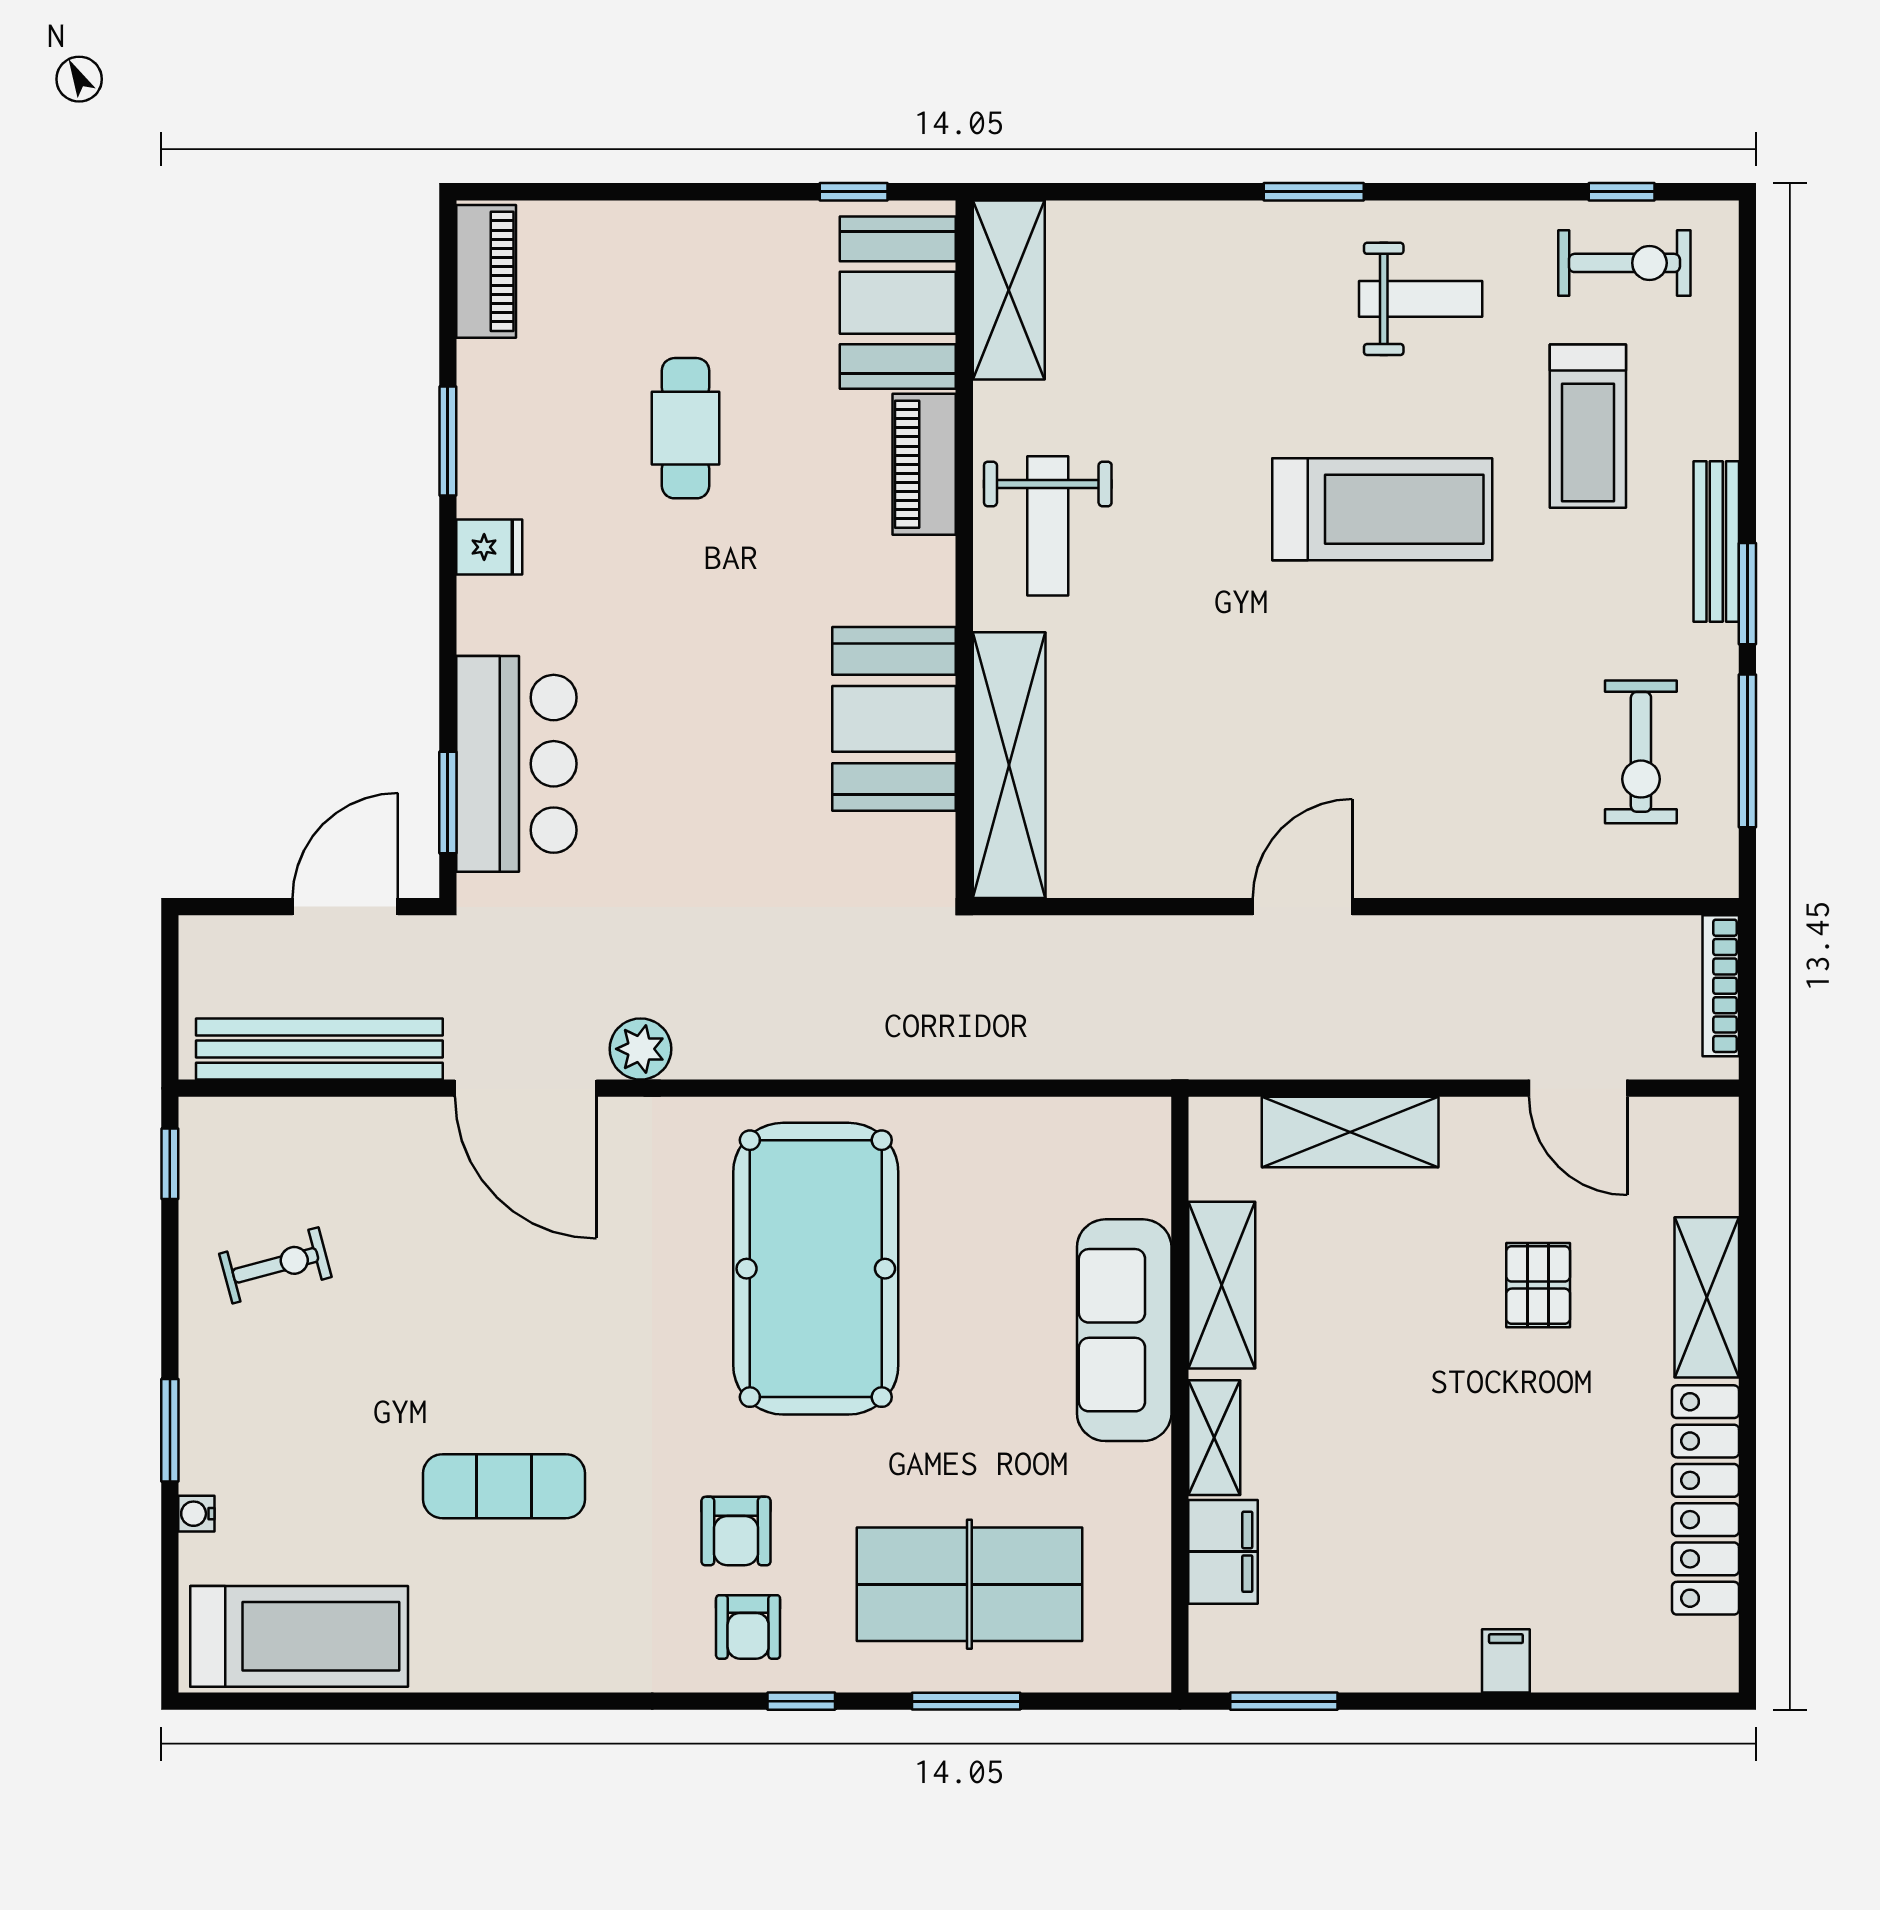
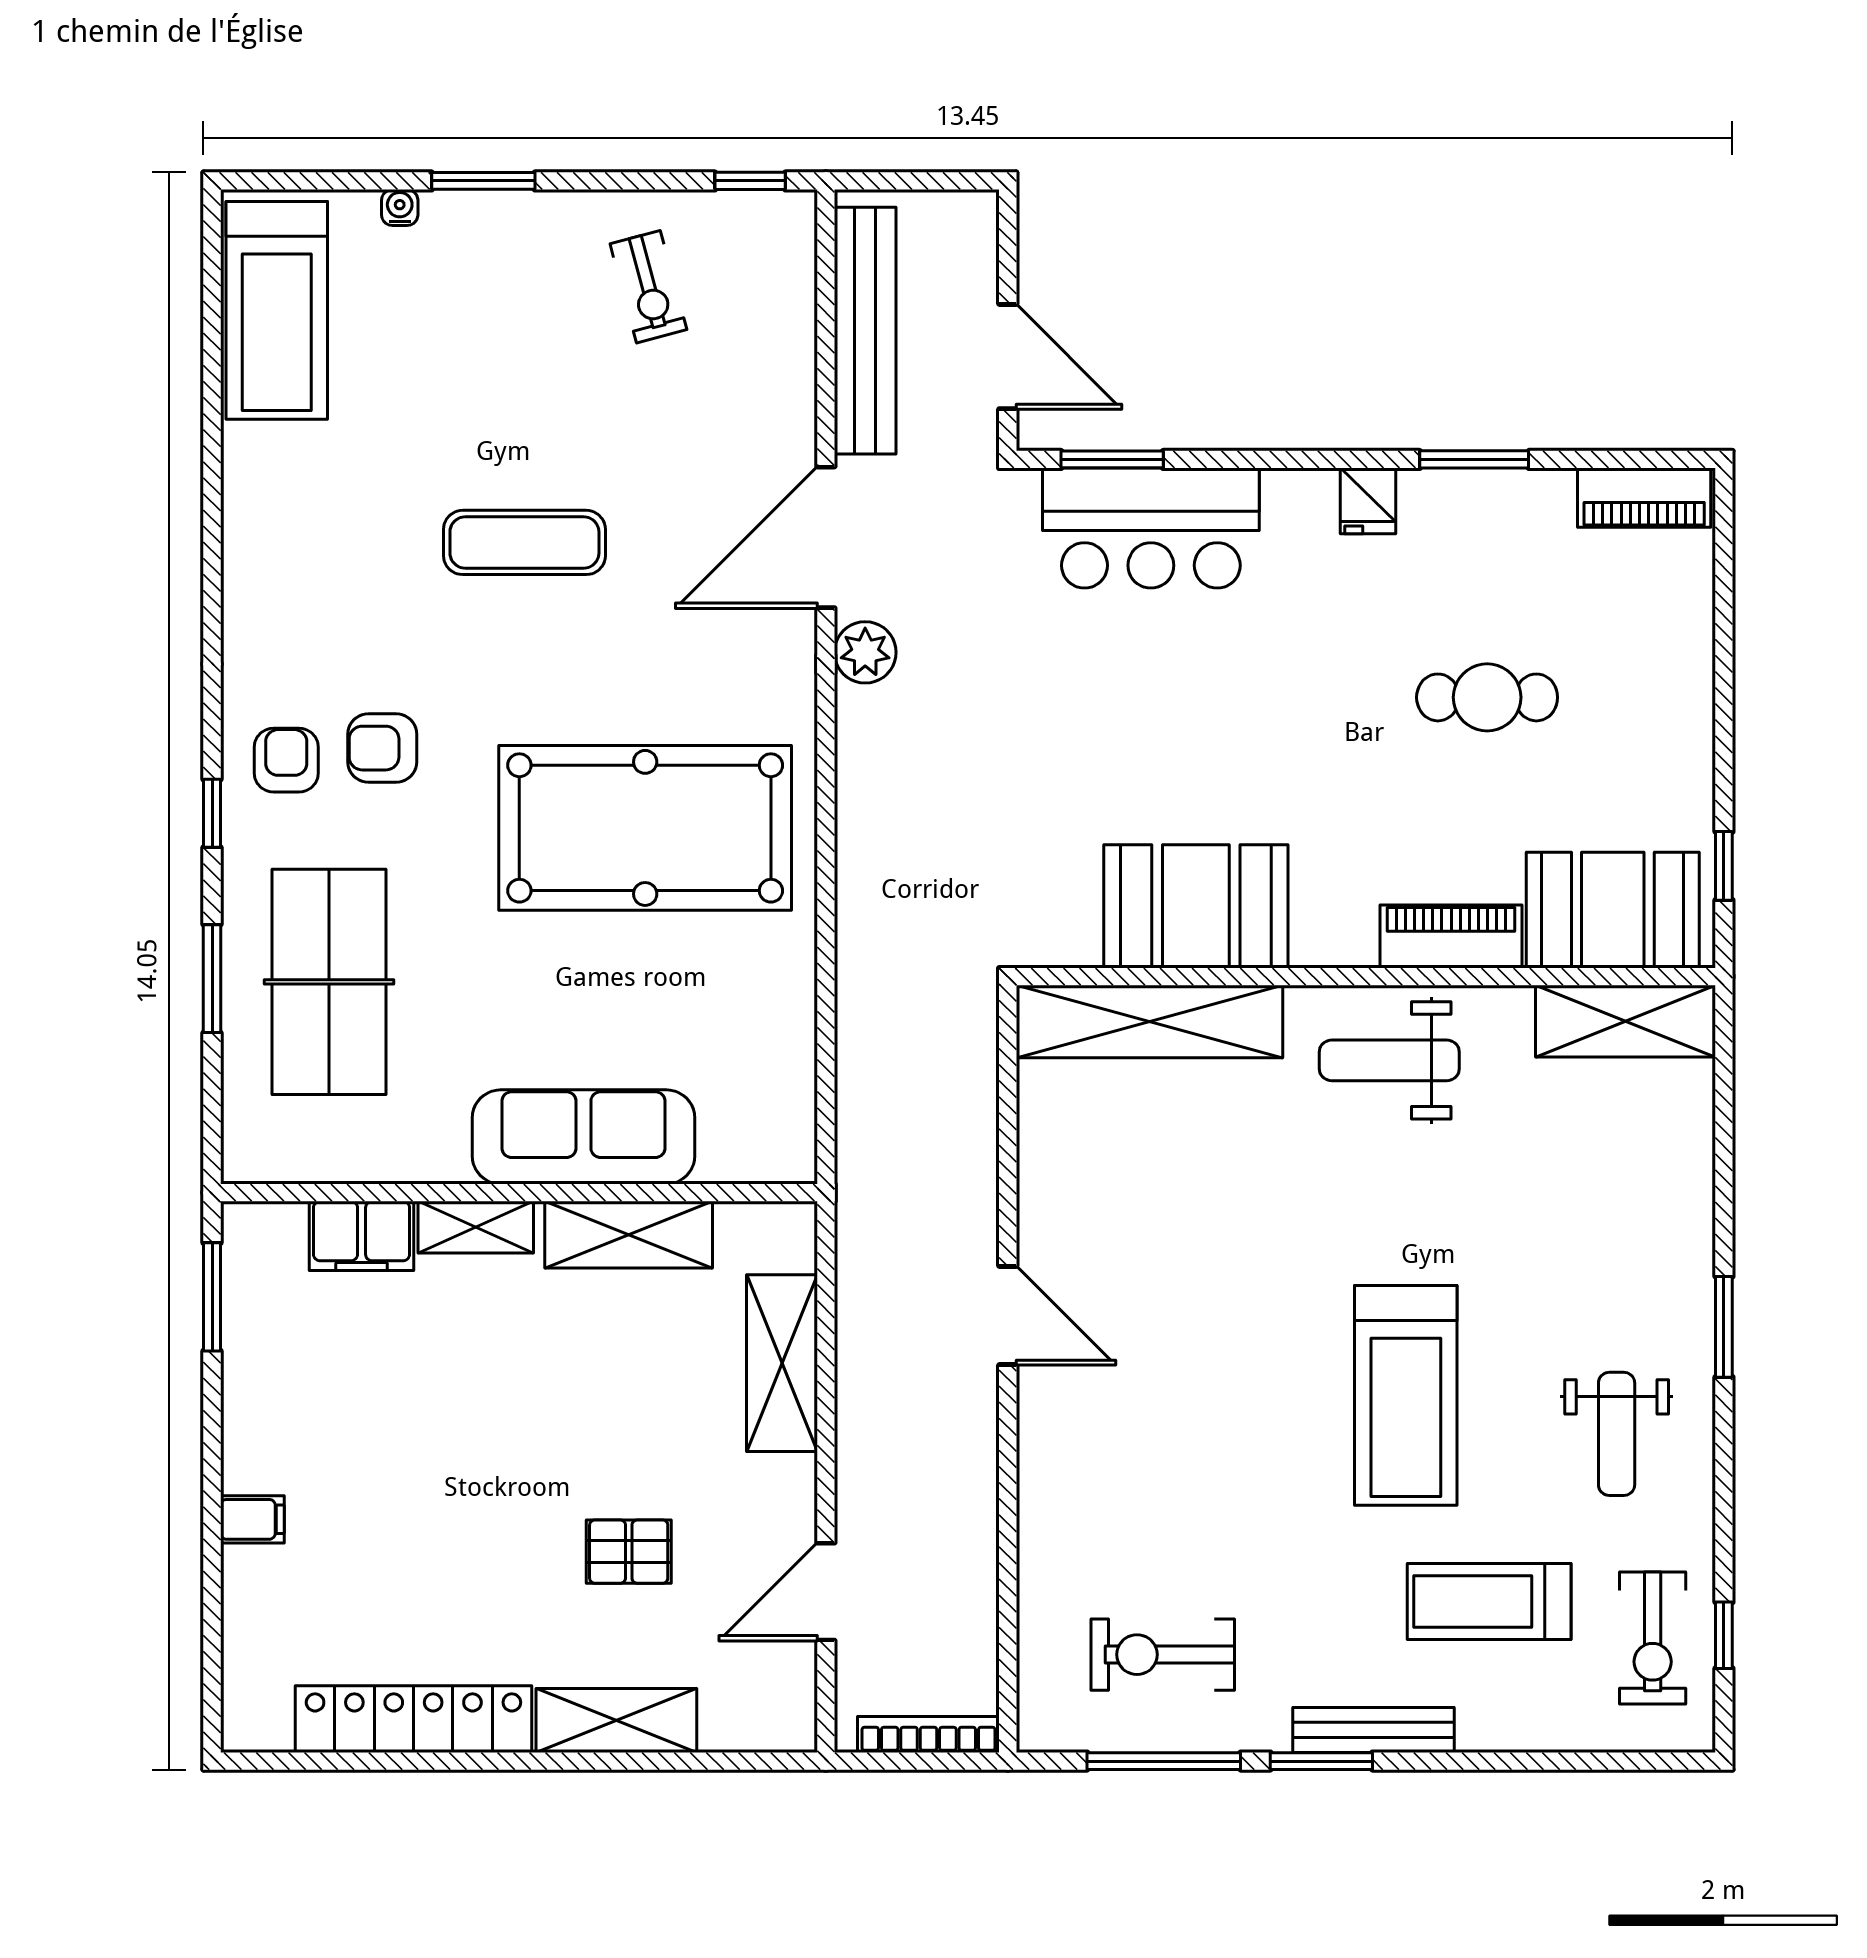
exercise mat: (504, 1486) -> (524, 542), moved, turned 90
armchair: (748, 1627) -> (286, 760), turned 90

